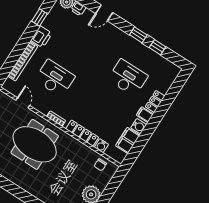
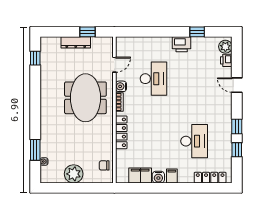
bookcase: (23, 61) -> (150, 42), removed
locker: (155, 101) -> (210, 178), moved, width x1.53
water cooler: (101, 146) -> (121, 86), moved

